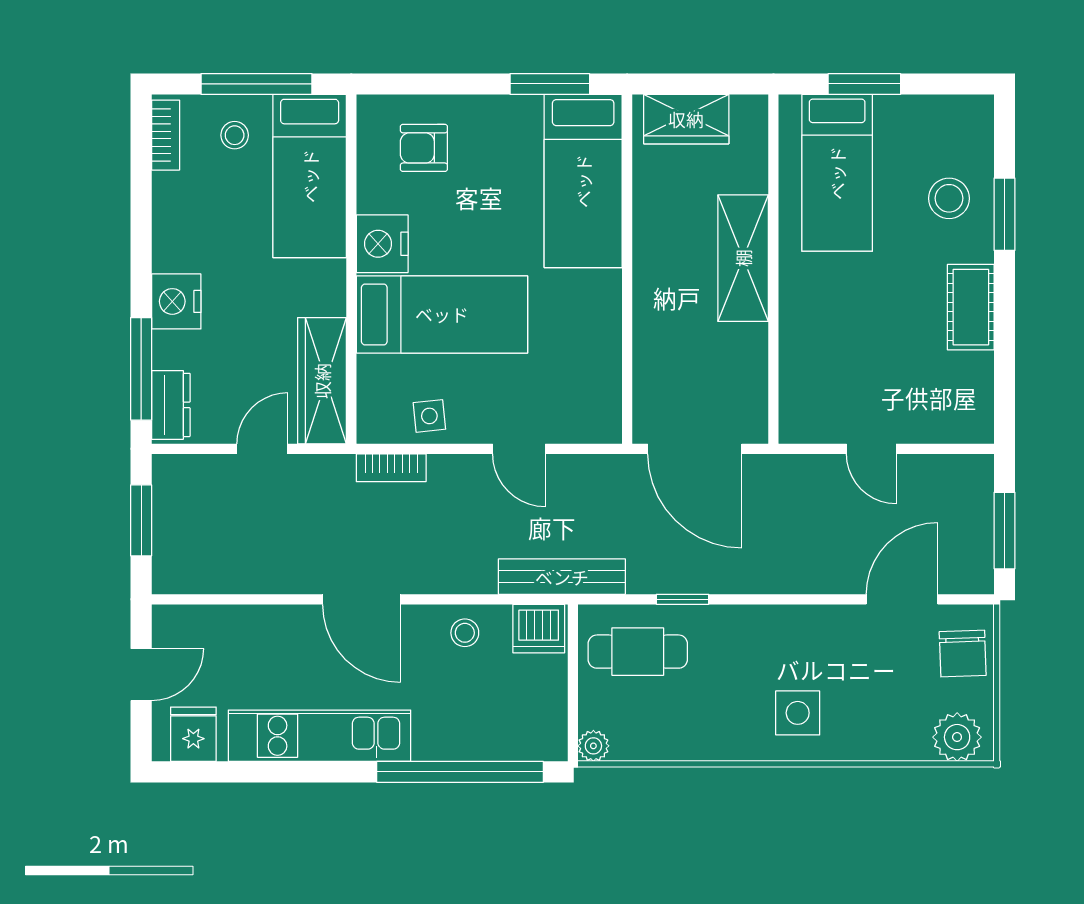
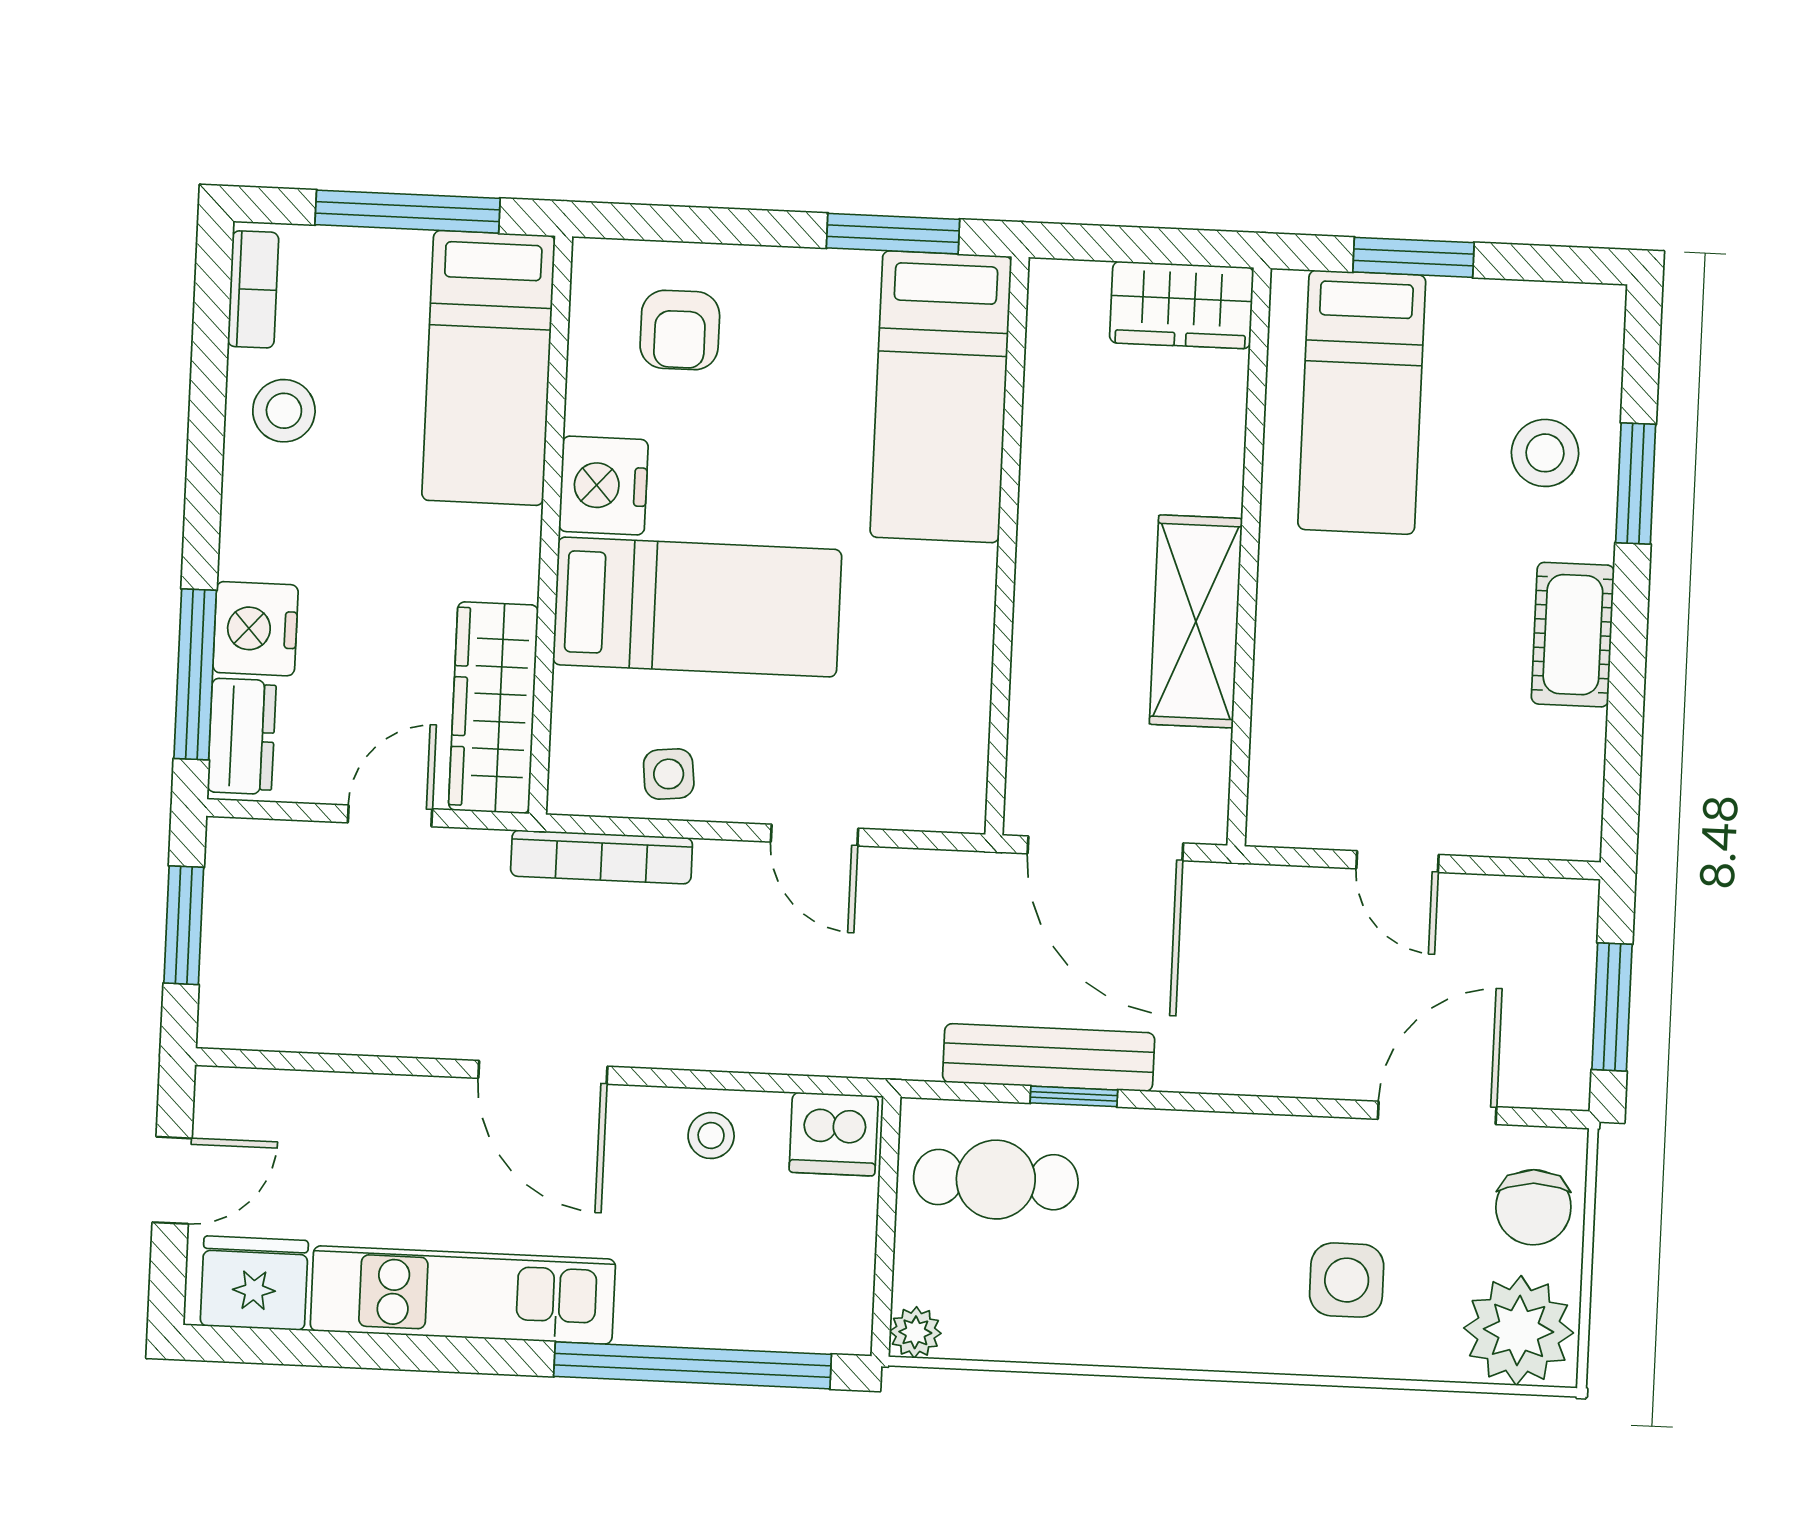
wardrobe: (686, 119) -> (1182, 305), moved
stool: (235, 135) -> (284, 411), moved, width x1.37, depth x1.37
armchair: (424, 148) -> (680, 330), turned -90
shelving: (743, 258) -> (1196, 621), moved
nightstand: (176, 301) -> (255, 629), moved
bookcase: (391, 468) -> (602, 857), width x1.56
bench: (562, 577) -> (1049, 1058), moved
side table: (798, 713) -> (1347, 1280), moved
fridge: (193, 734) -> (254, 1283), width x1.38
plant: (957, 737) -> (1519, 1330), width x1.36, depth x1.36

